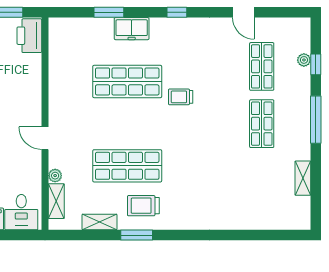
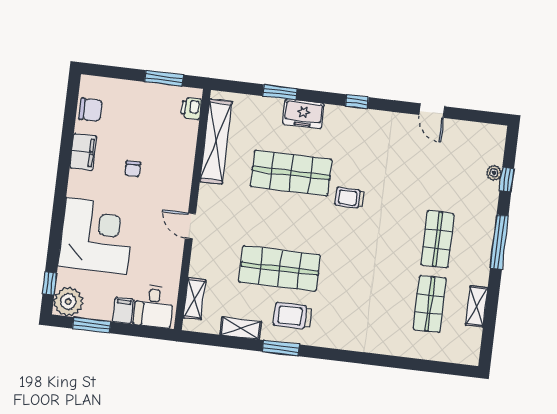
printer: (29, 36) -> (191, 108), width x0.53, depth x0.68
shelving: (58, 62) -> (216, 141), added
shop shelf: (262, 66) -> (430, 304), moved
plant: (55, 176) -> (197, 270), removed

